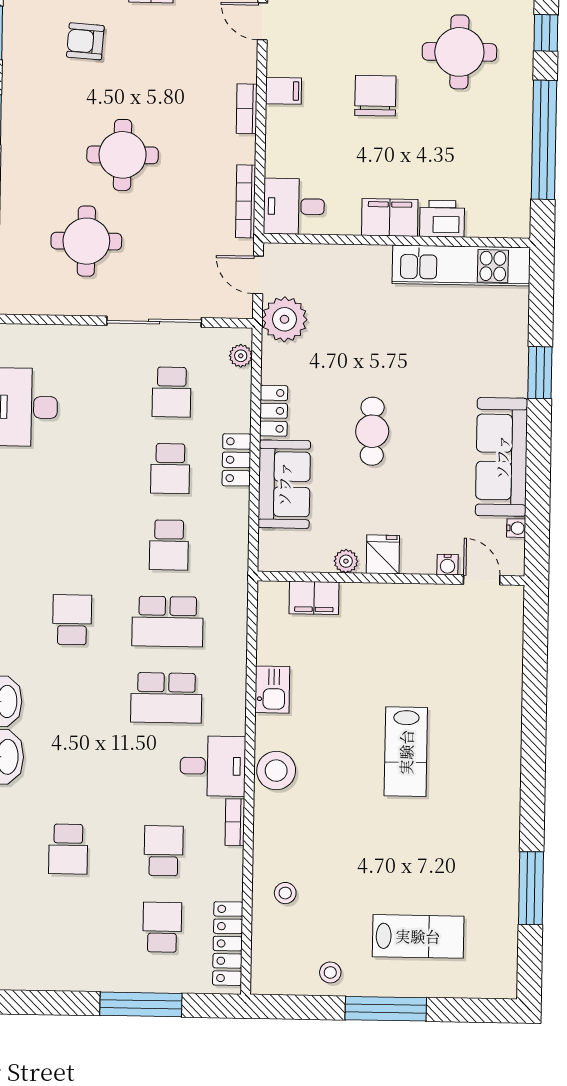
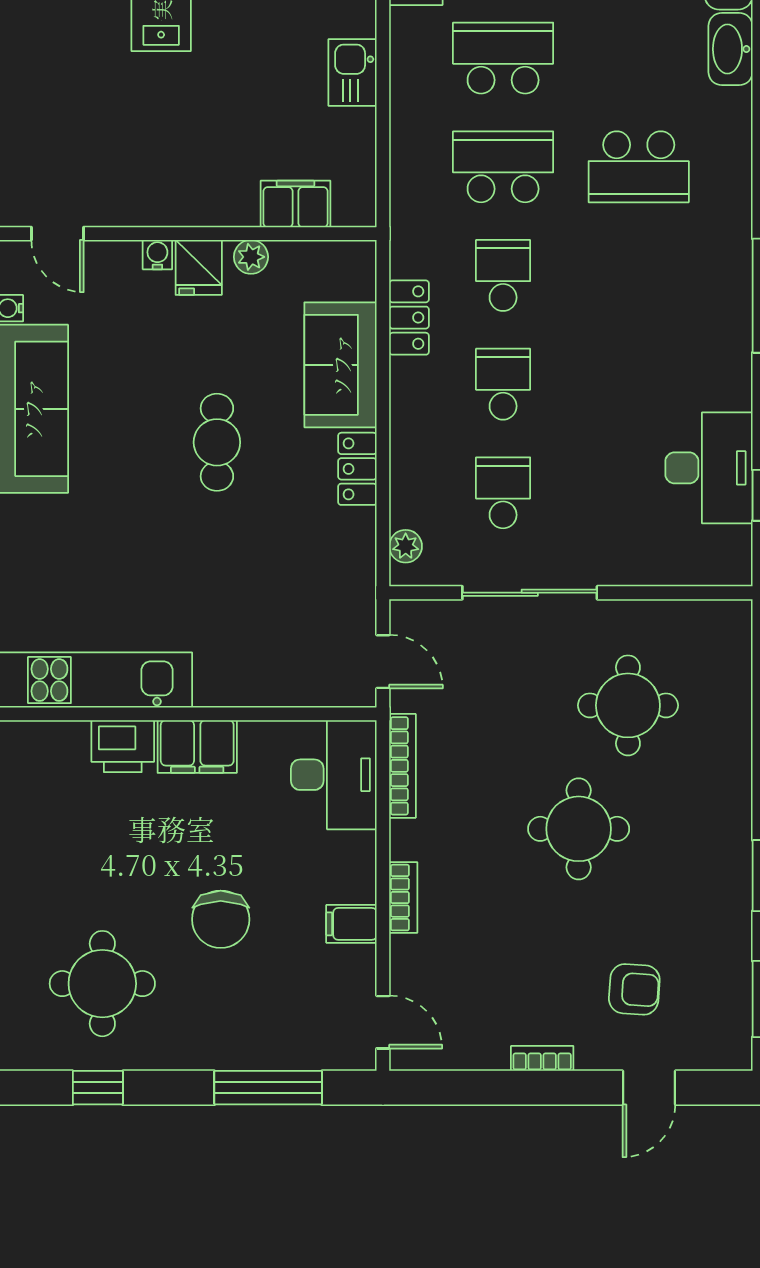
desk: (294, 206) -> (334, 775), width x1.37
plant: (284, 319) -> (344, 599), removed
locker: (236, 460) -> (409, 318), moved
water cooler: (448, 565) -> (157, 255), moved
school desk: (72, 620) -> (639, 167), width x1.85

